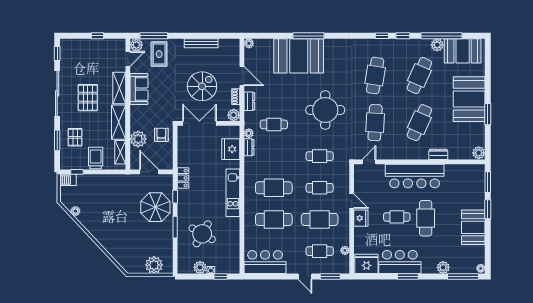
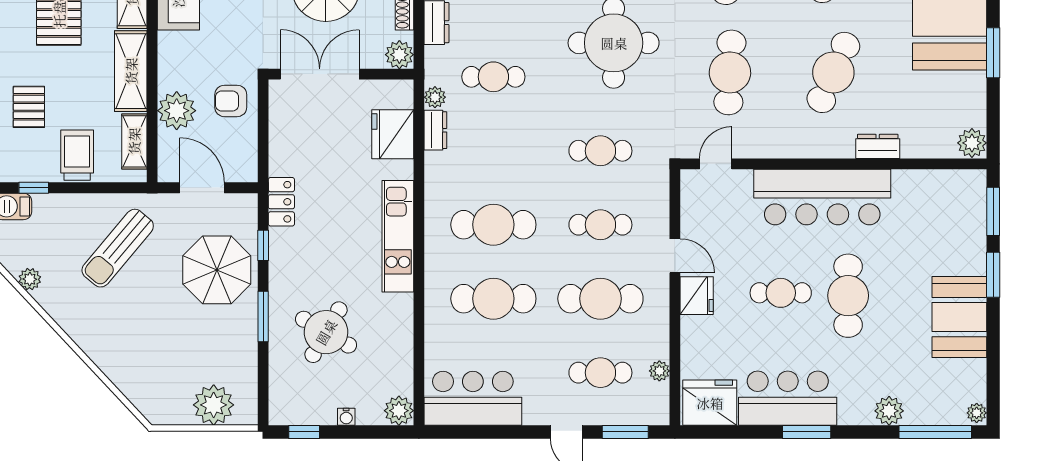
armchair: (161, 135) -> (231, 101), turned -90
sun lounger: (113, 198) -> (118, 248), added
plant: (200, 267) -> (399, 411), moved
window: (221, 277) -> (304, 432), moved

